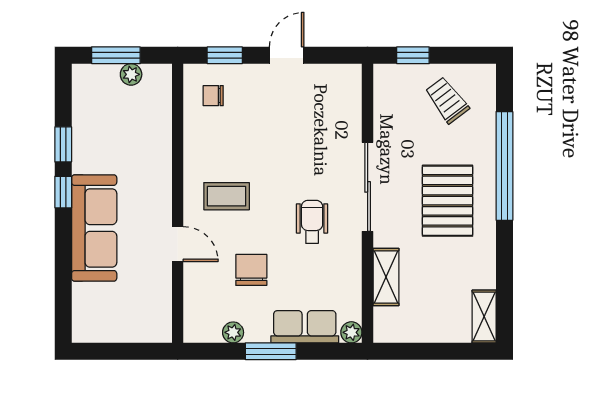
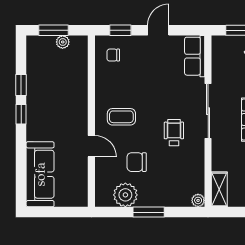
sofa: (94, 228) -> (40, 174), moved
chair: (251, 270) -> (137, 162), turned -90
shelving: (386, 277) -> (219, 189), moved
row of seats: (305, 327) -> (195, 56), moved, turned -90
plant: (233, 332) -> (125, 195), width x1.88, depth x1.88

